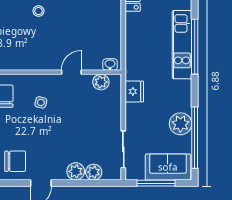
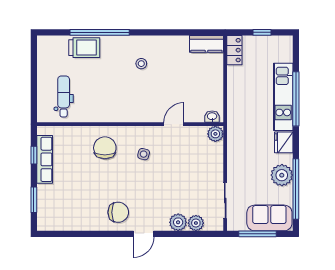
plant: (101, 82) -> (215, 134), moved
fridge: (134, 91) -> (284, 142), moved, turned 180

